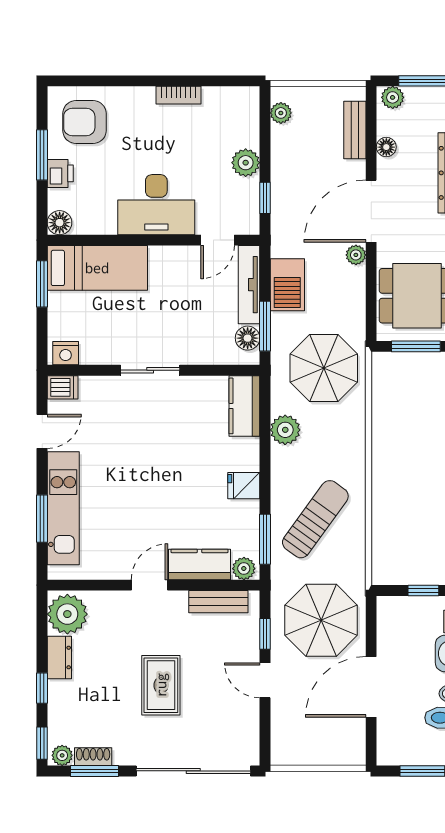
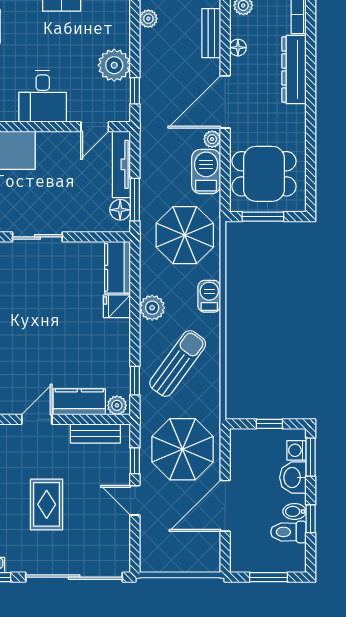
plant: (246, 163) -> (114, 65), width x1.36, depth x1.36
desk: (156, 205) -> (43, 96), width x0.73
barbecue: (287, 285) -> (206, 172), moved, turned 180
plant: (285, 430) -> (152, 308), moved
barbecue: (352, 440) -> (209, 296), added
fridge: (244, 486) -> (117, 306), moved
window: (265, 539) -> (135, 381), width x0.67

